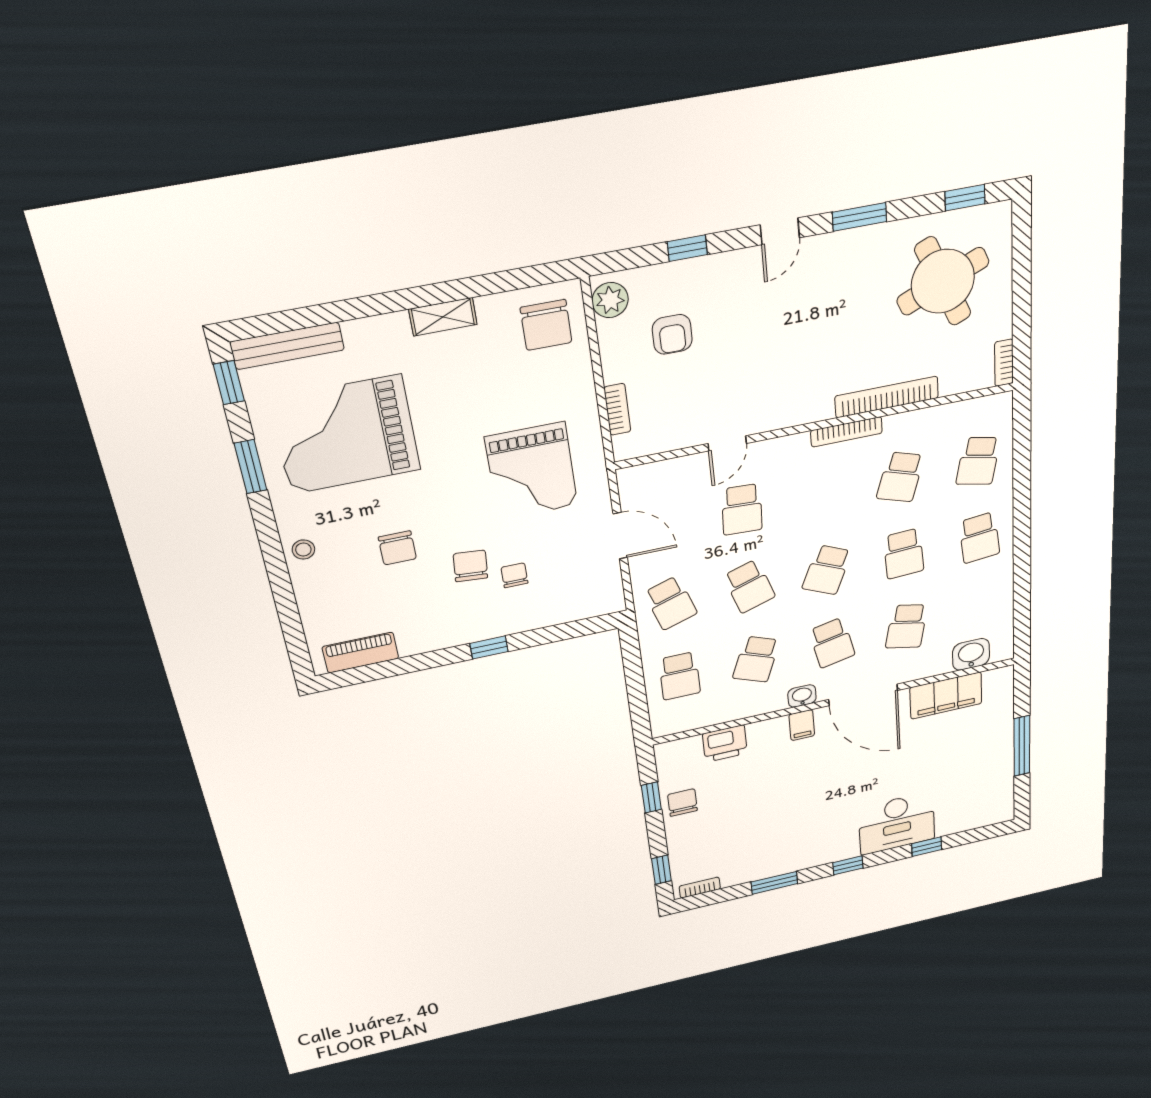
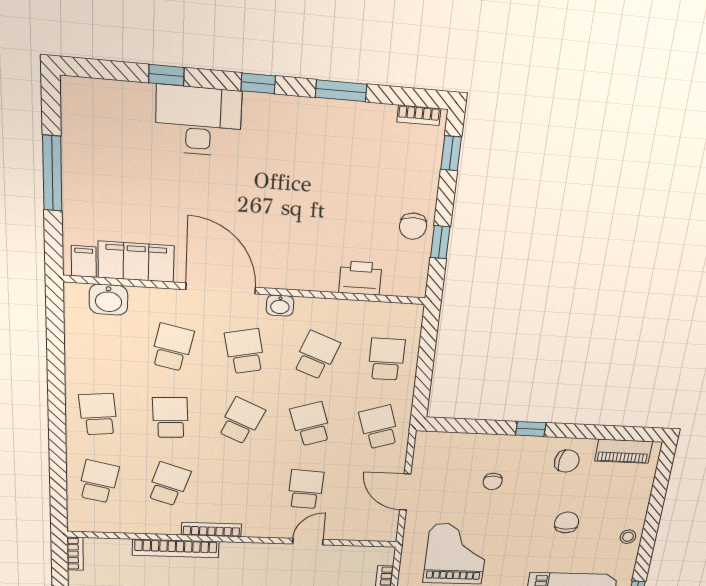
chair: (470, 566) -> (567, 461), moved, turned -87
filing cabinet: (802, 725) -> (84, 261), moved

